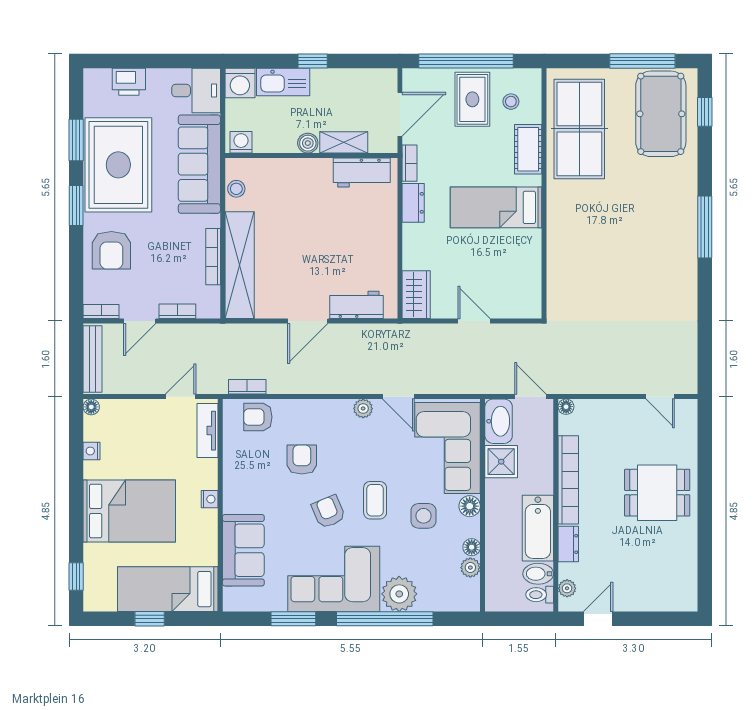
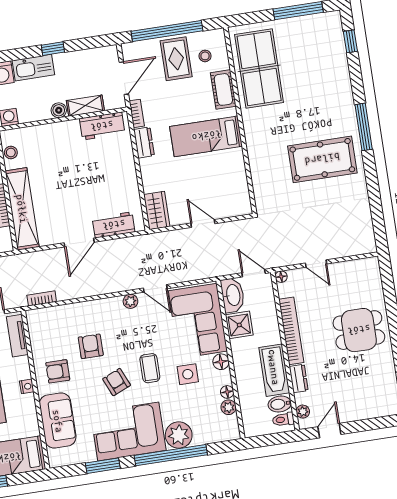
pool table: (661, 114) -> (322, 159), moved, turned 90
door: (660, 397) -> (316, 263), moved
armchair: (258, 417) -> (58, 371), moved

